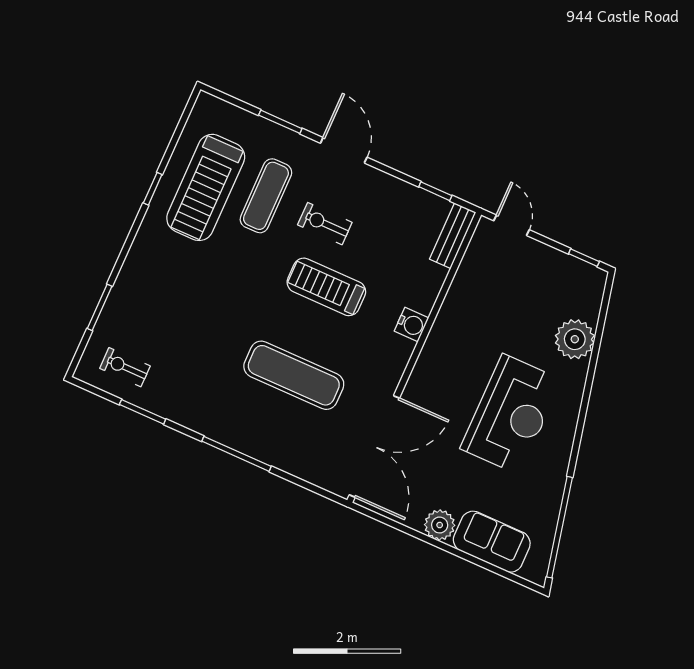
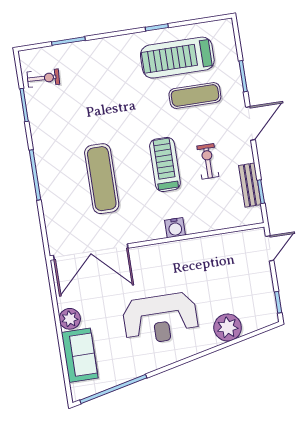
exercise bike: (325, 224) -> (208, 161), moved
bench: (453, 236) -> (250, 185), moved, turned 90
exercise bike: (125, 367) -> (43, 78), turned 93

